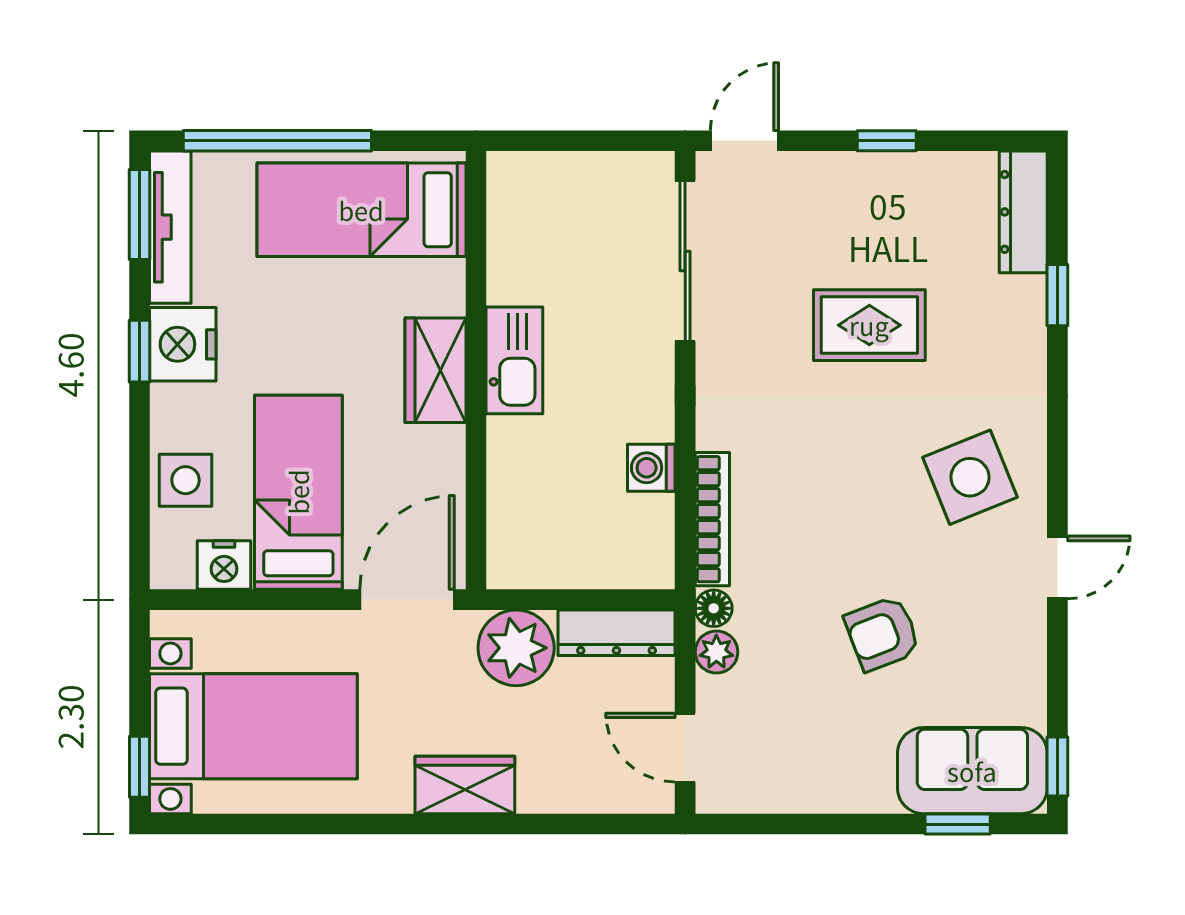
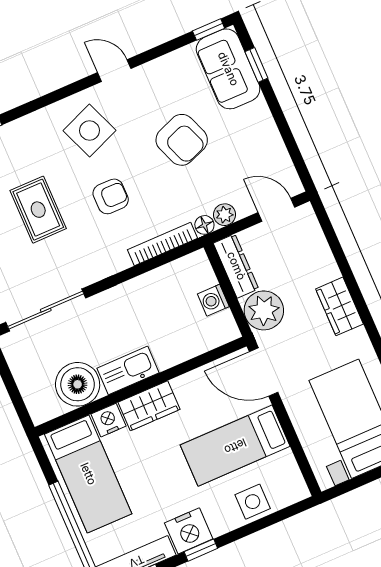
boiler: (529, 260) -> (78, 384), added
armchair: (837, 464) -> (111, 196), added
washing machine: (651, 468) -> (213, 300), moved, turned 90
nightstand: (224, 565) -> (108, 420), moved, turned -90
armchair: (882, 634) -> (182, 140), width x1.38, depth x1.38
door: (685, 748) -> (276, 210), swing flipped

